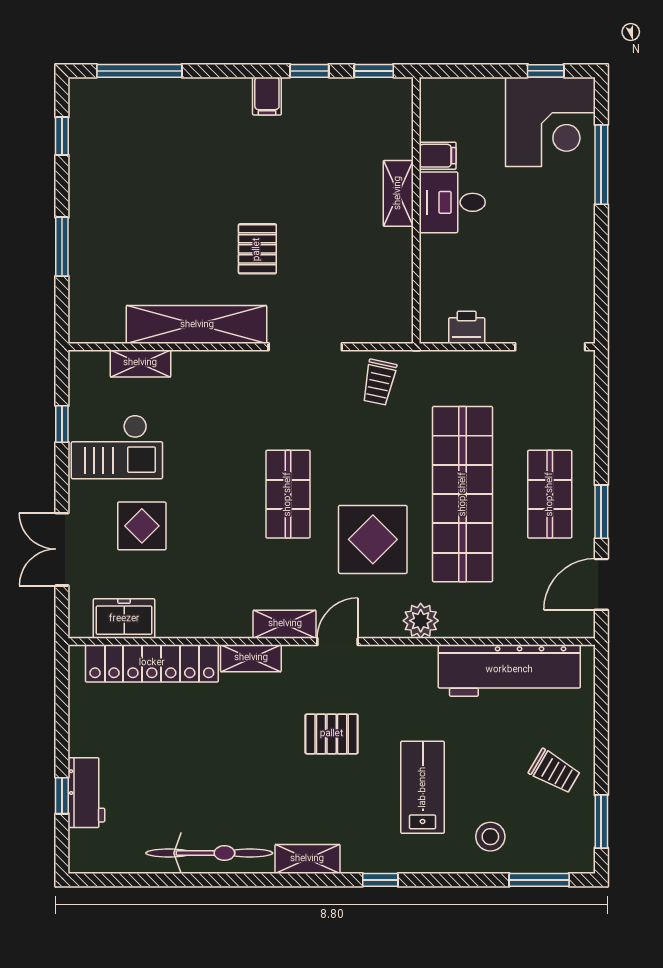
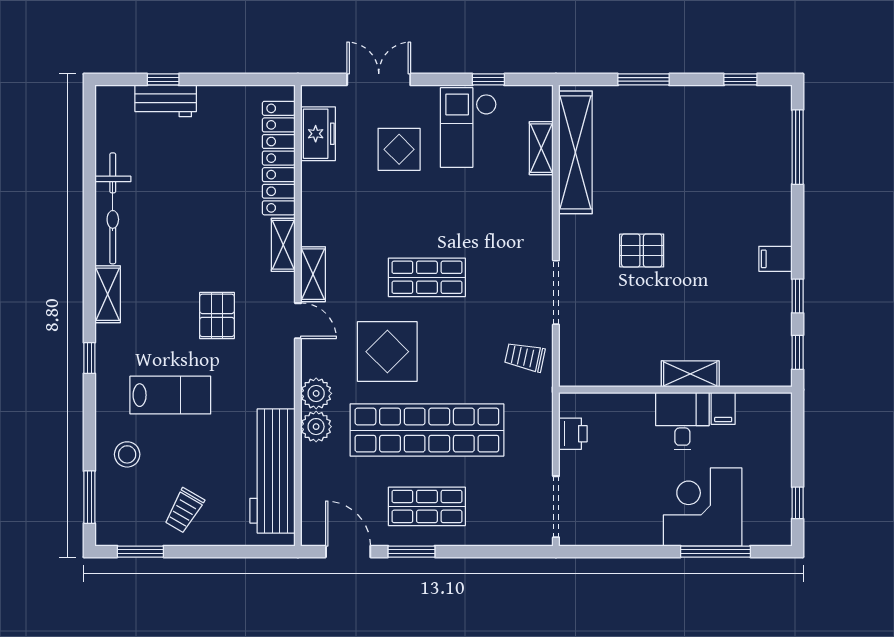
corner desk: (550, 122) -> (703, 507), moved, turned 90
shelving: (197, 325) -> (575, 152), moved
plant: (459, 621) -> (316, 427), added

